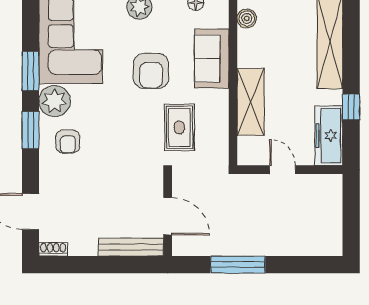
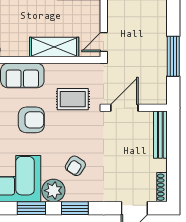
armchair: (68, 141) -> (75, 166), moved, turned 123
door: (282, 170) -> (104, 42), moved
door: (168, 216) -> (124, 108), moved
shoe rack: (53, 249) -> (162, 187), width x1.43

